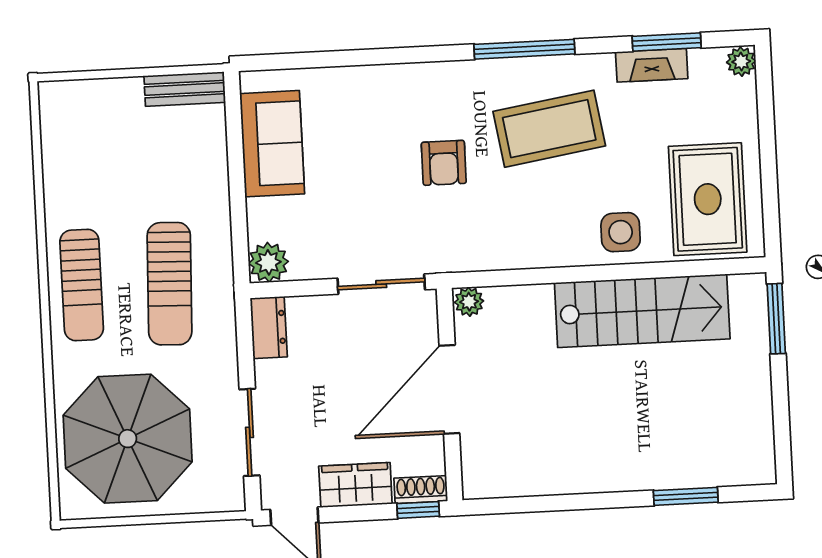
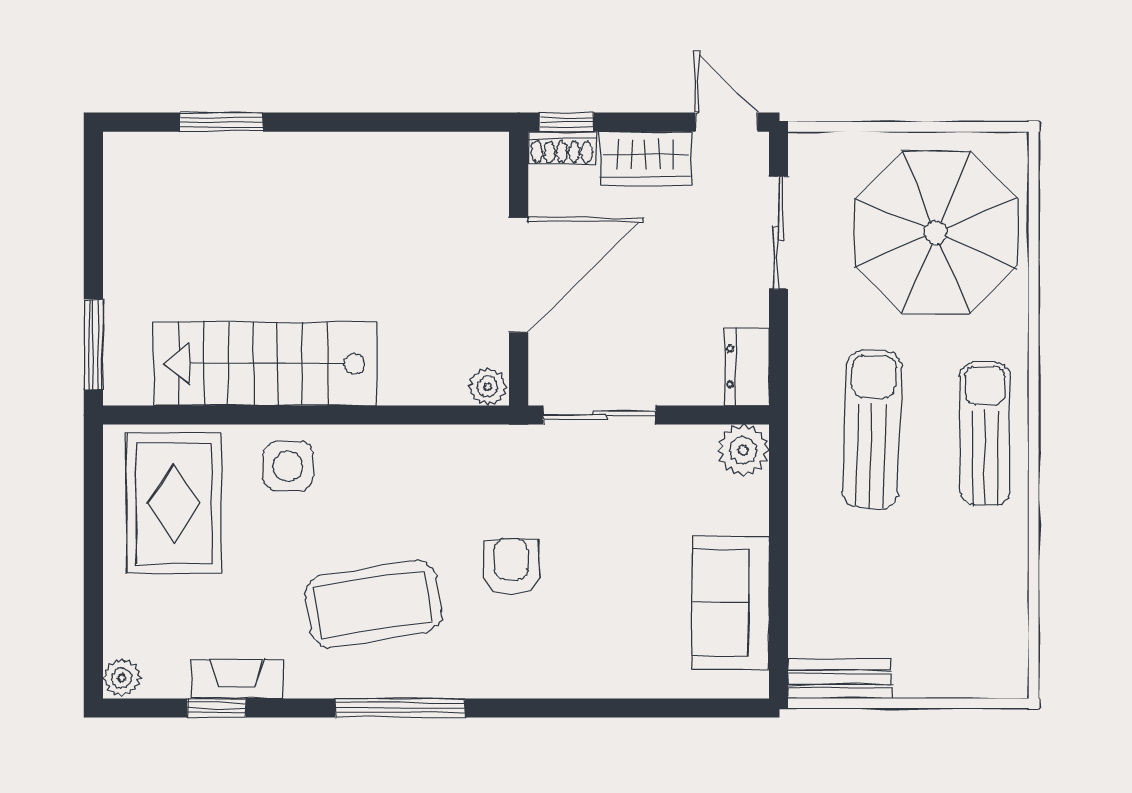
window: (667, 42) -> (216, 708), width x0.67

